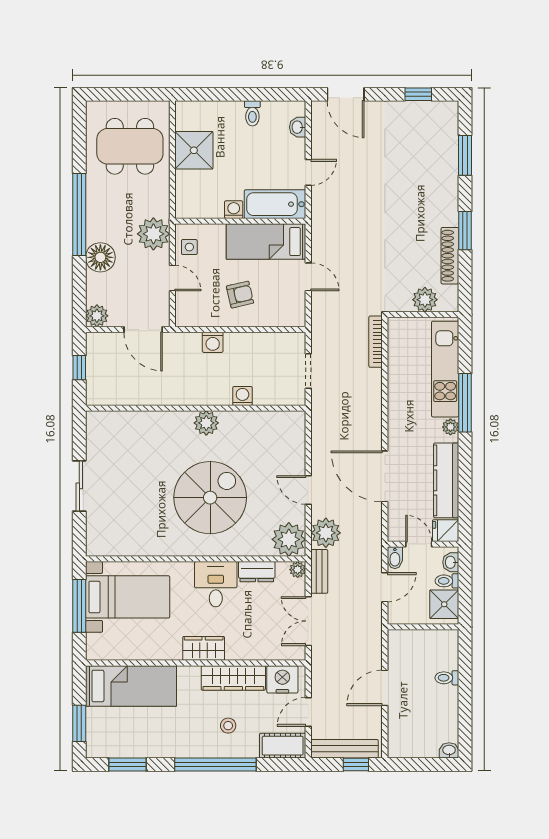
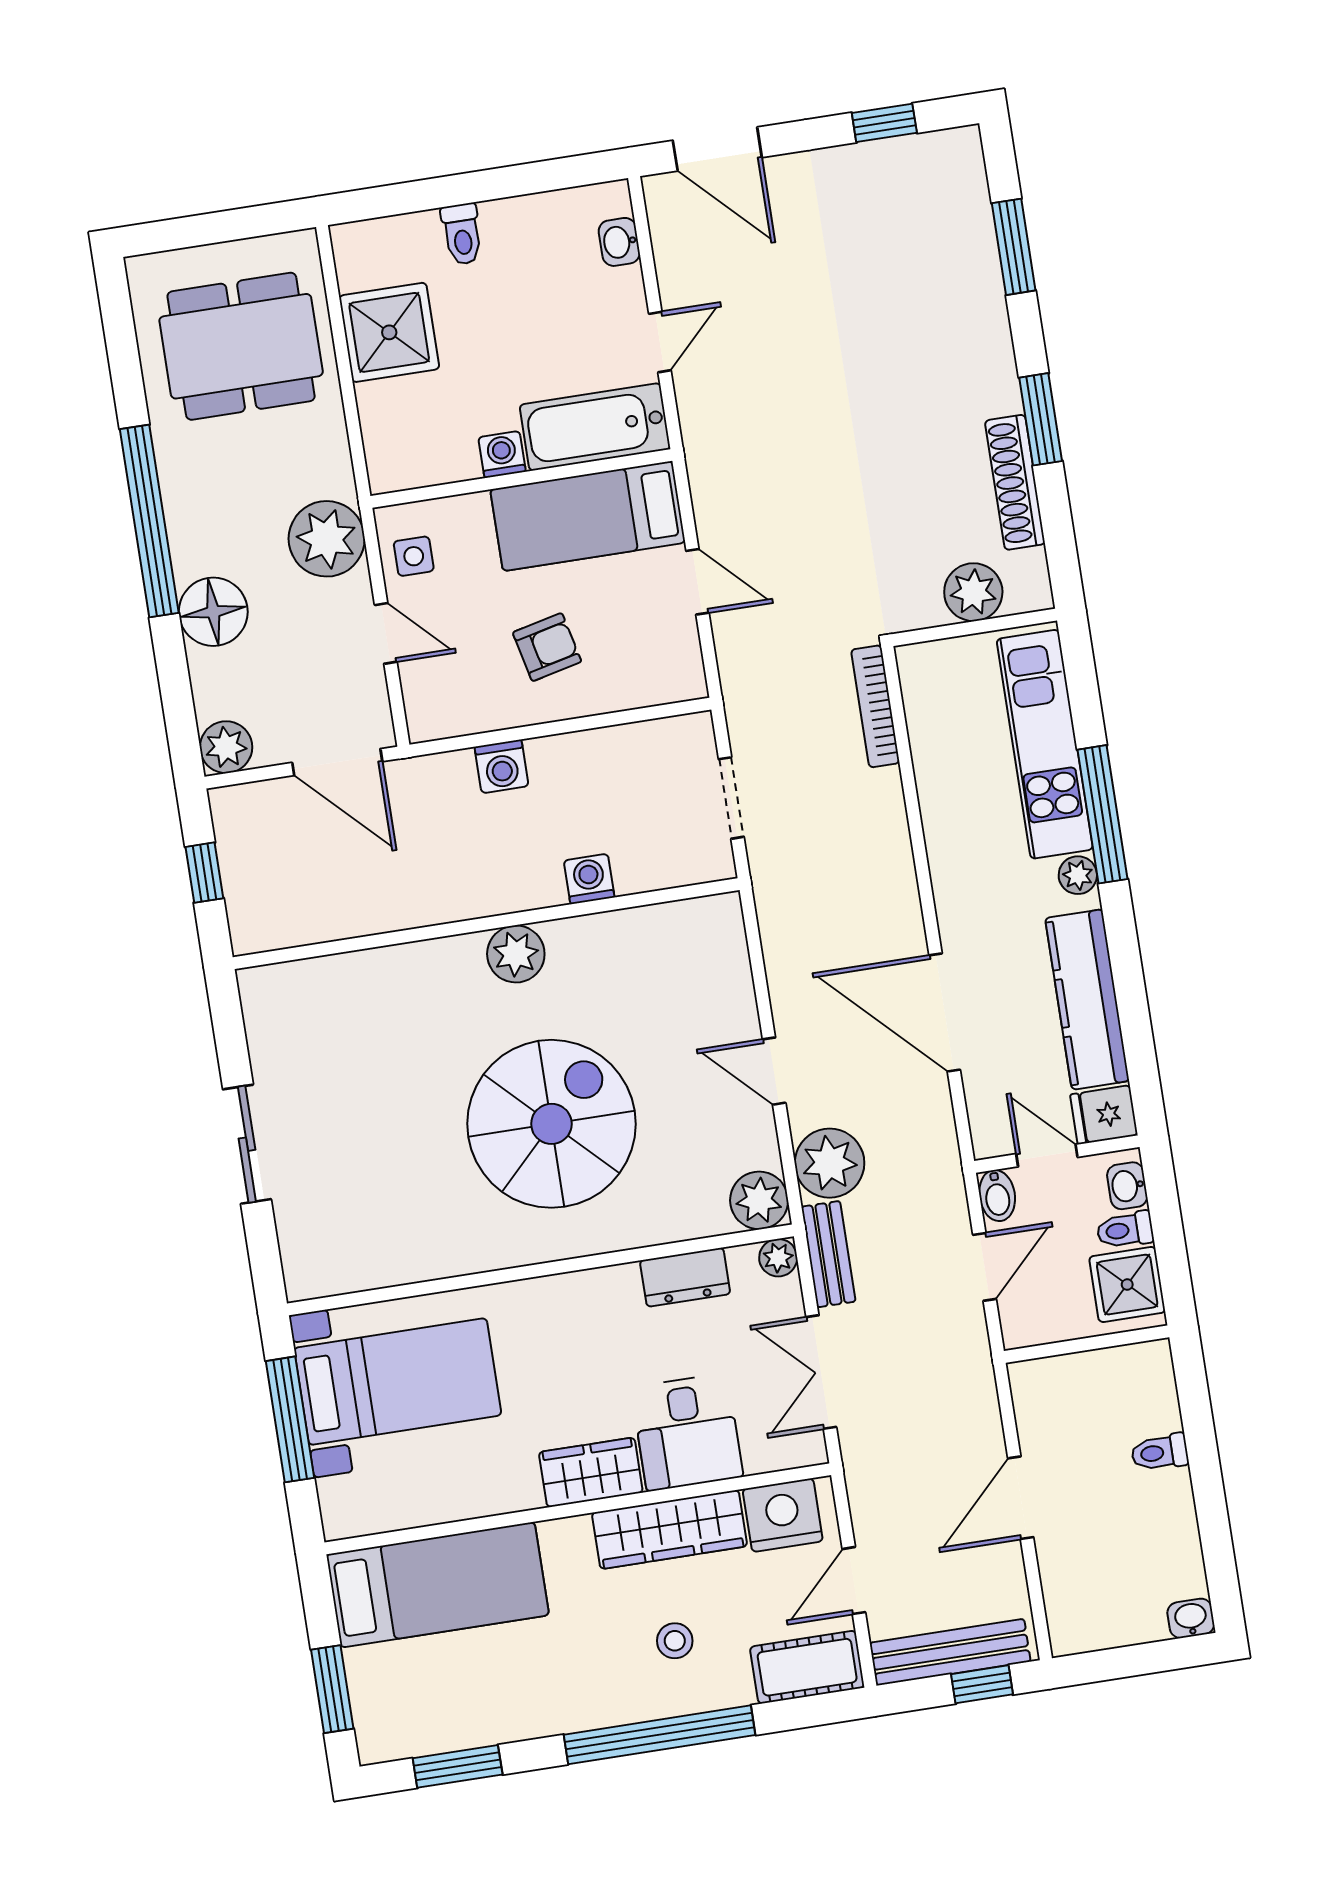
toilet: (252, 113) -> (462, 234), moved
plant: (289, 539) -> (759, 1200), width x0.73, depth x0.73
desk: (216, 584) -> (687, 1432), moved, turned 180

